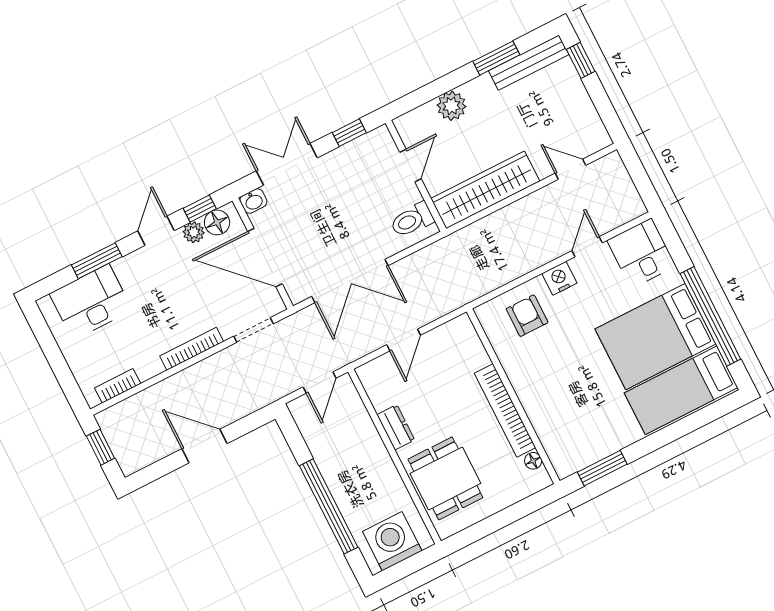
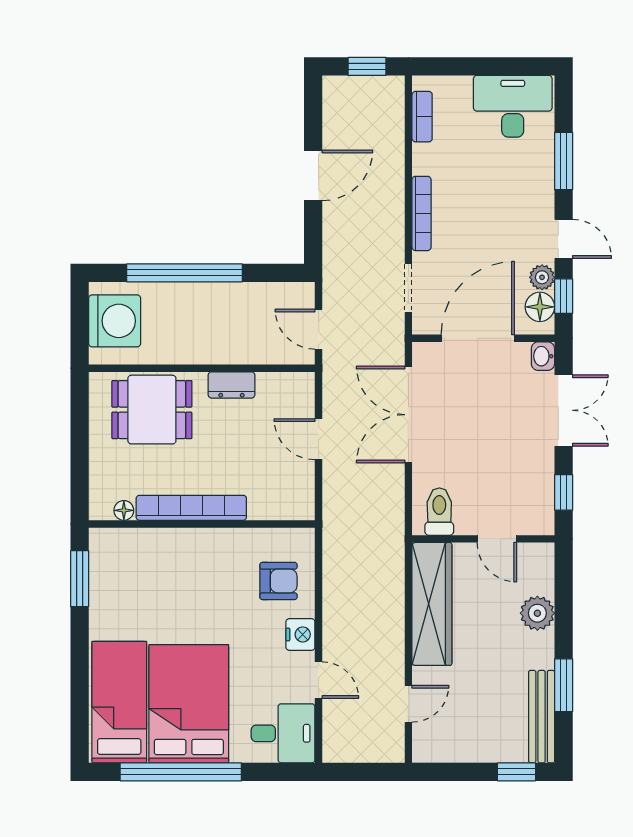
desk: (91, 302) -> (513, 106), moved, turned -90

